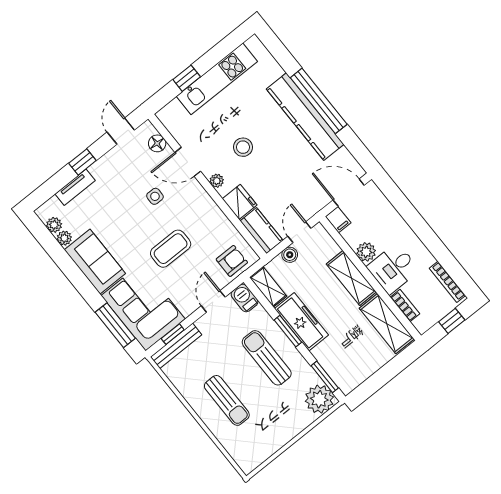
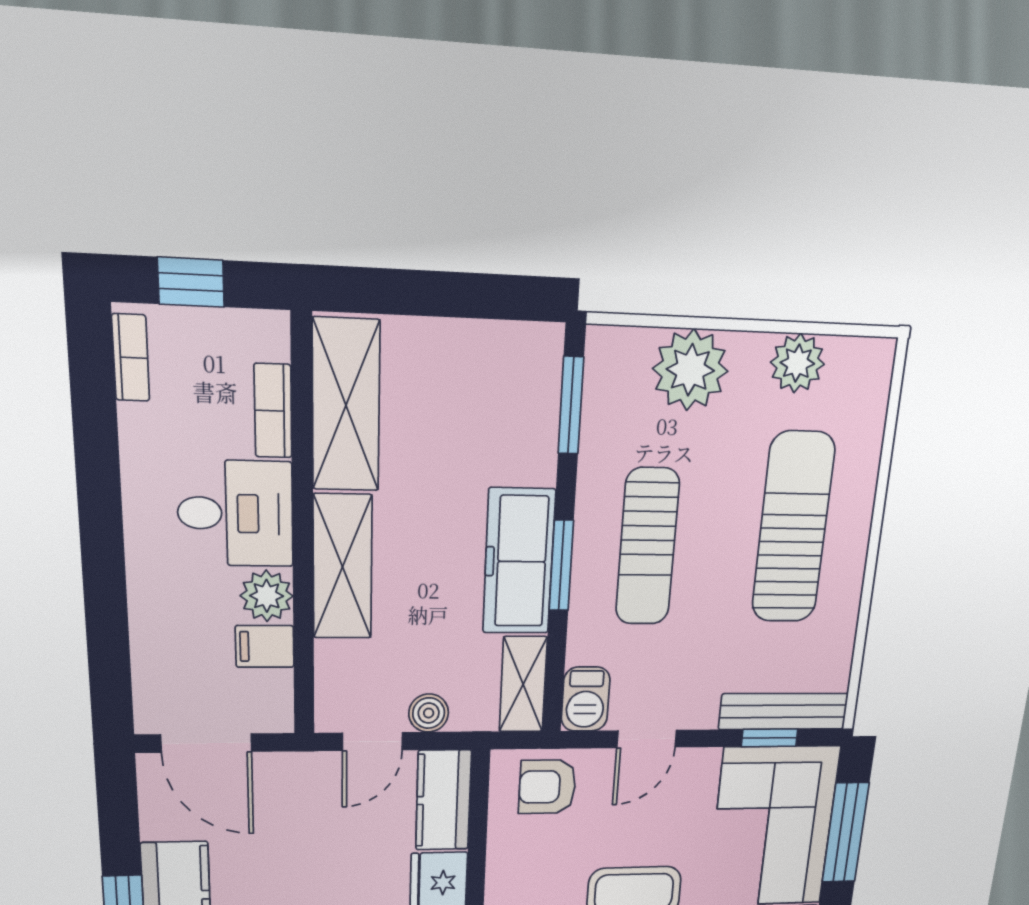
filing cabinet: (338, 220) -> (265, 646), moved, turned -90
bookcase: (447, 282) -> (131, 358), width x0.64
plant: (319, 399) -> (690, 370), moved
sun lounger: (227, 400) -> (793, 528), width x1.36, depth x1.34
plant: (270, 444) -> (797, 363), added

